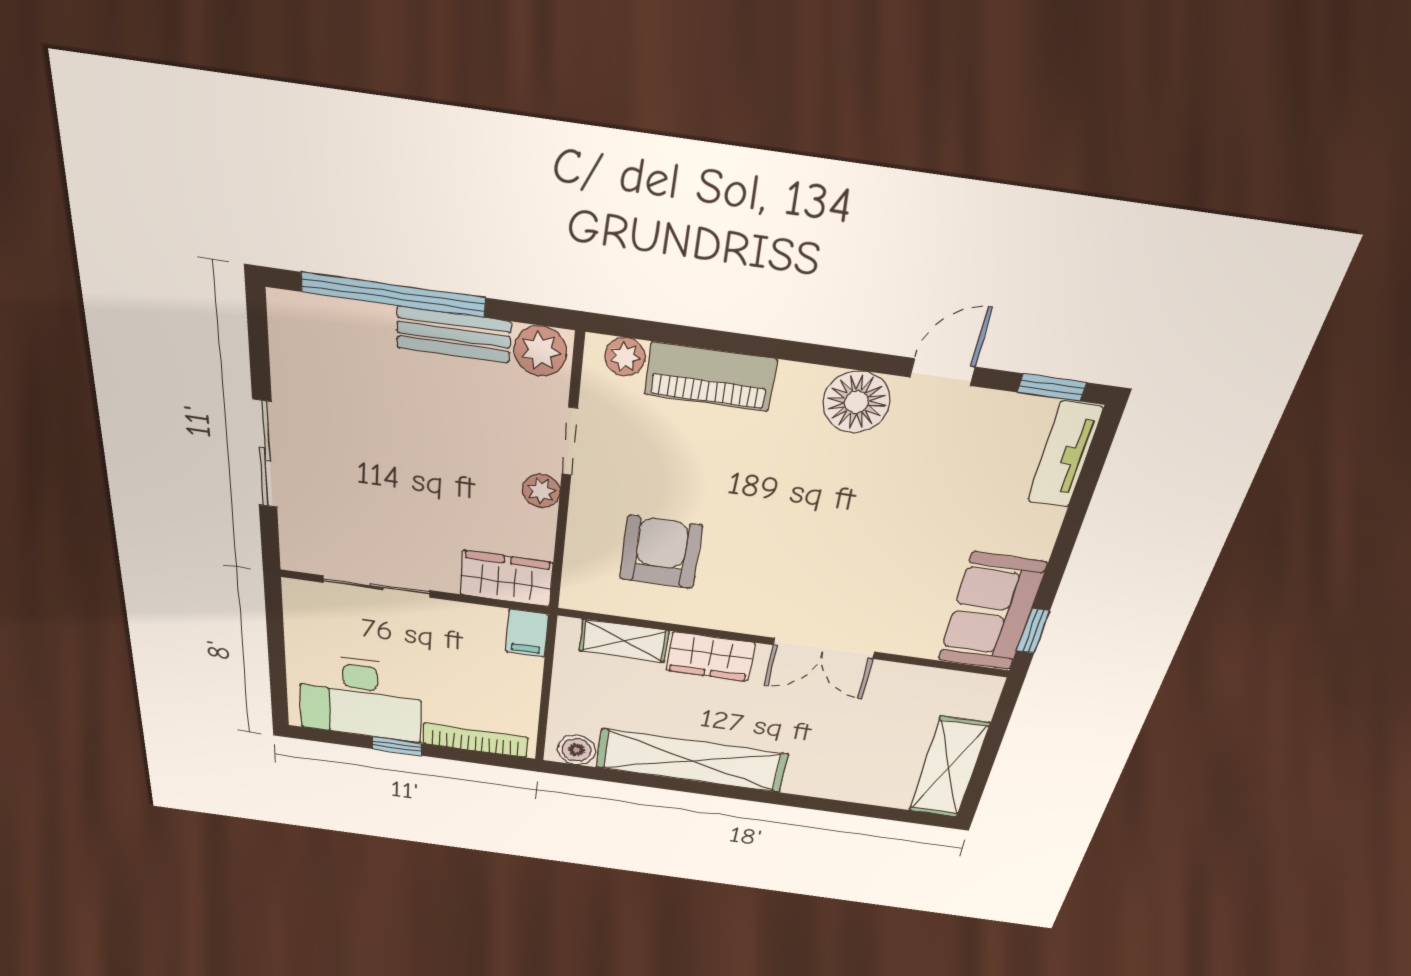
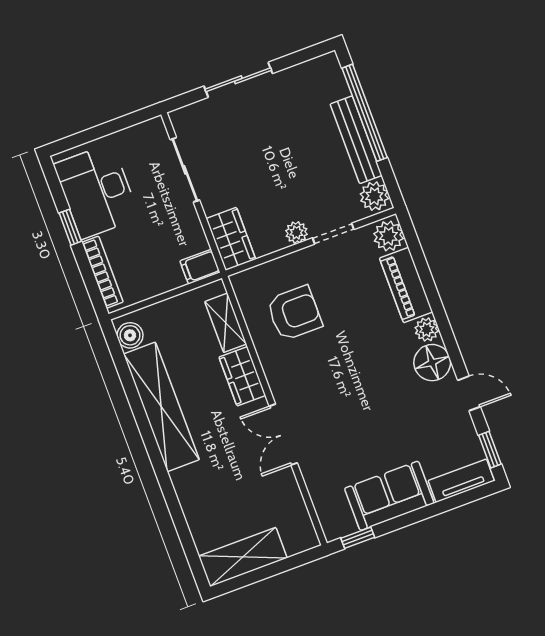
bench: (454, 334) -> (356, 140), width x1.36
plant: (625, 357) -> (388, 236), width x1.38, depth x1.38
plant: (800, 383) -> (427, 329), added
sofa: (992, 612) -> (389, 496), moved

